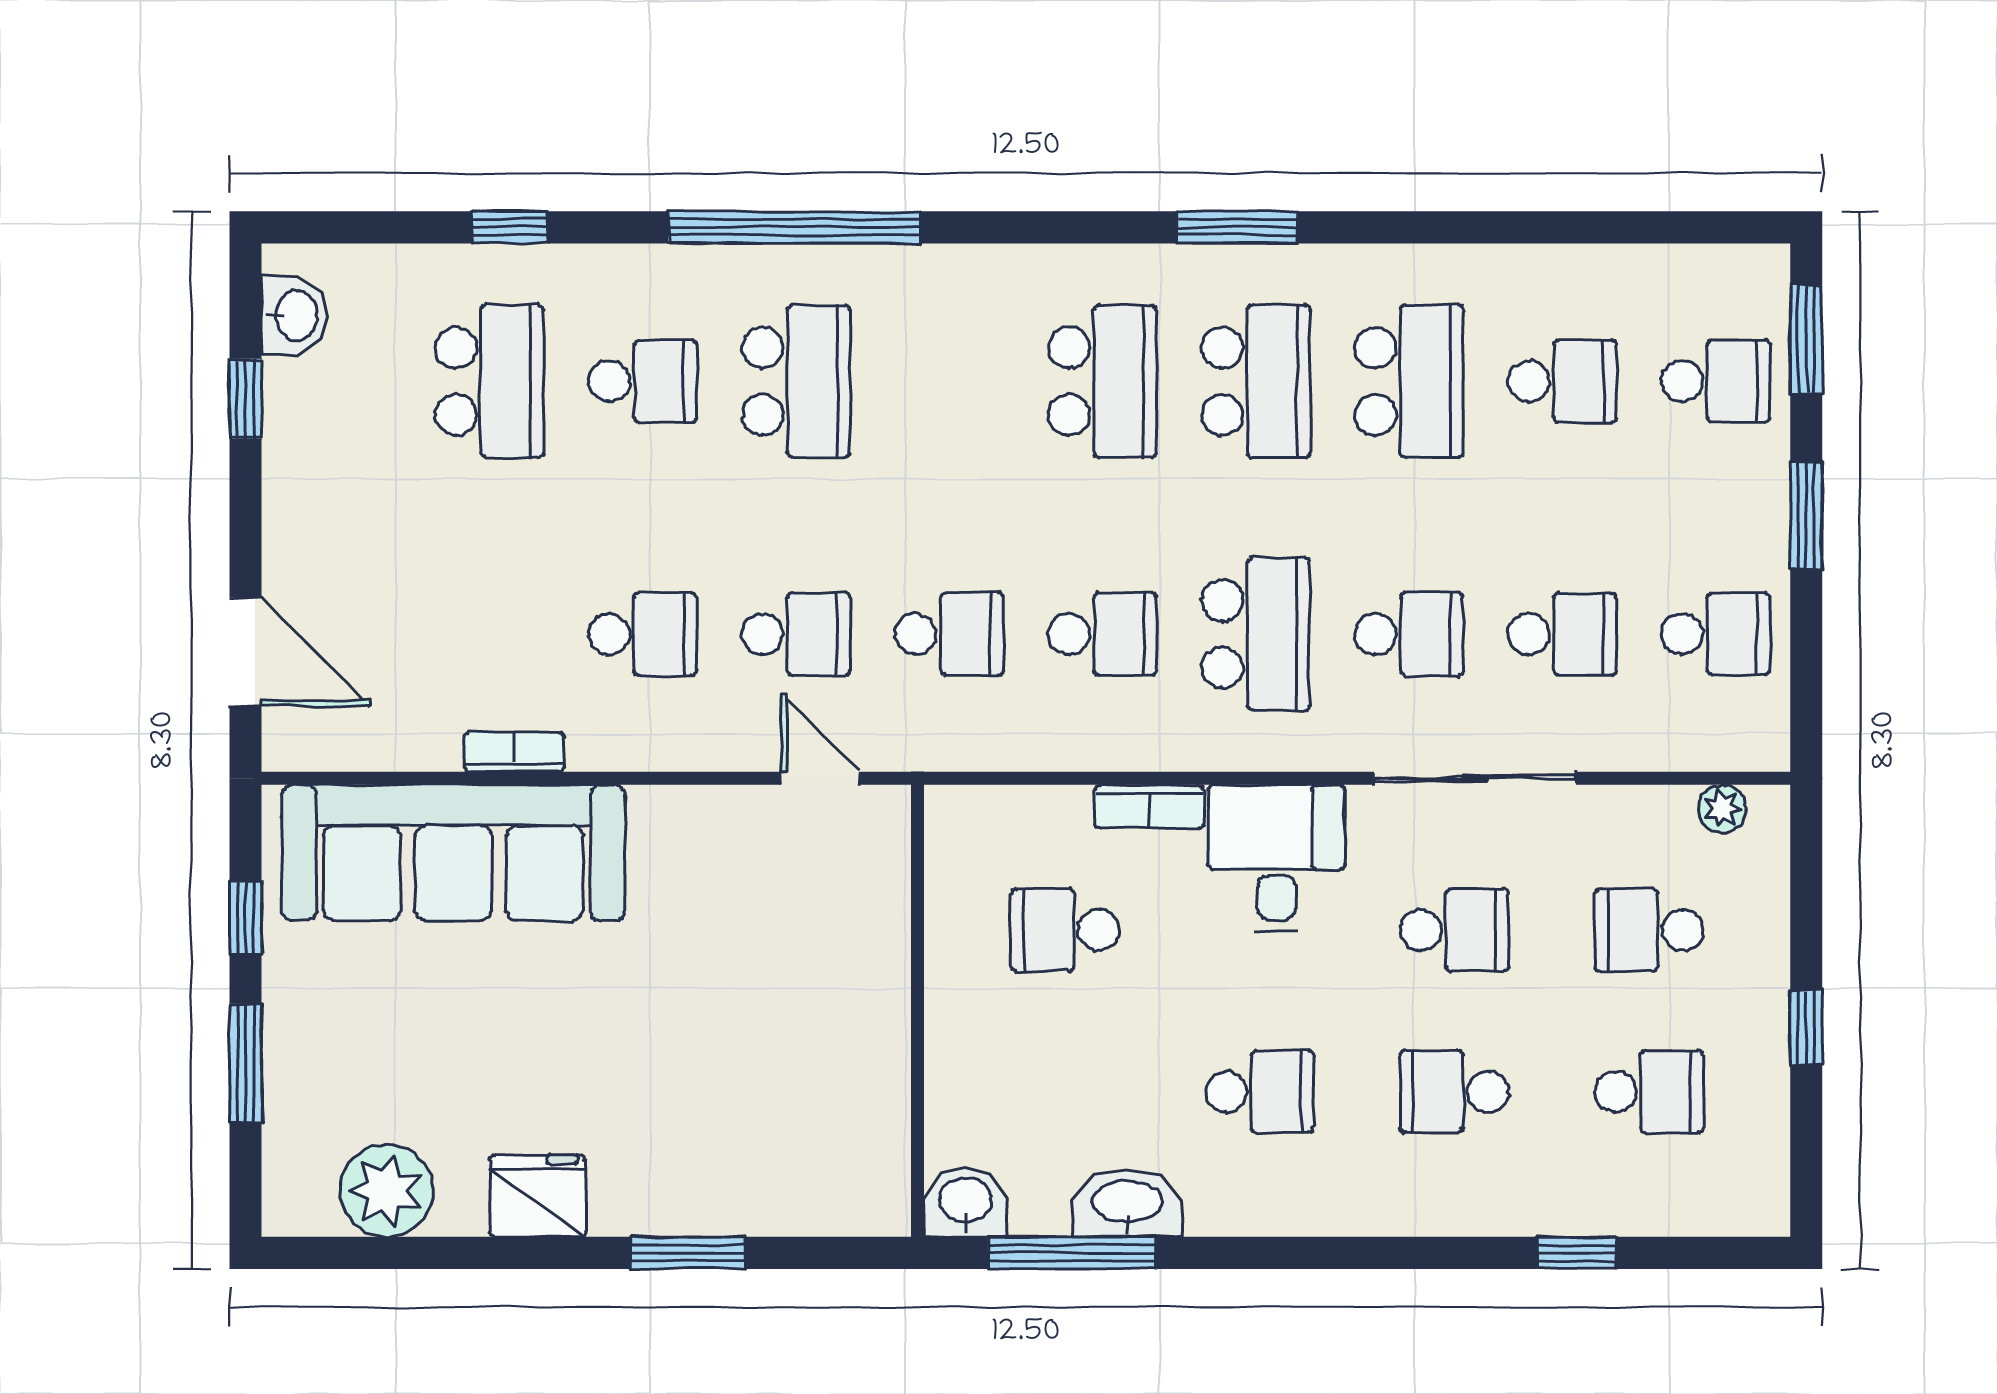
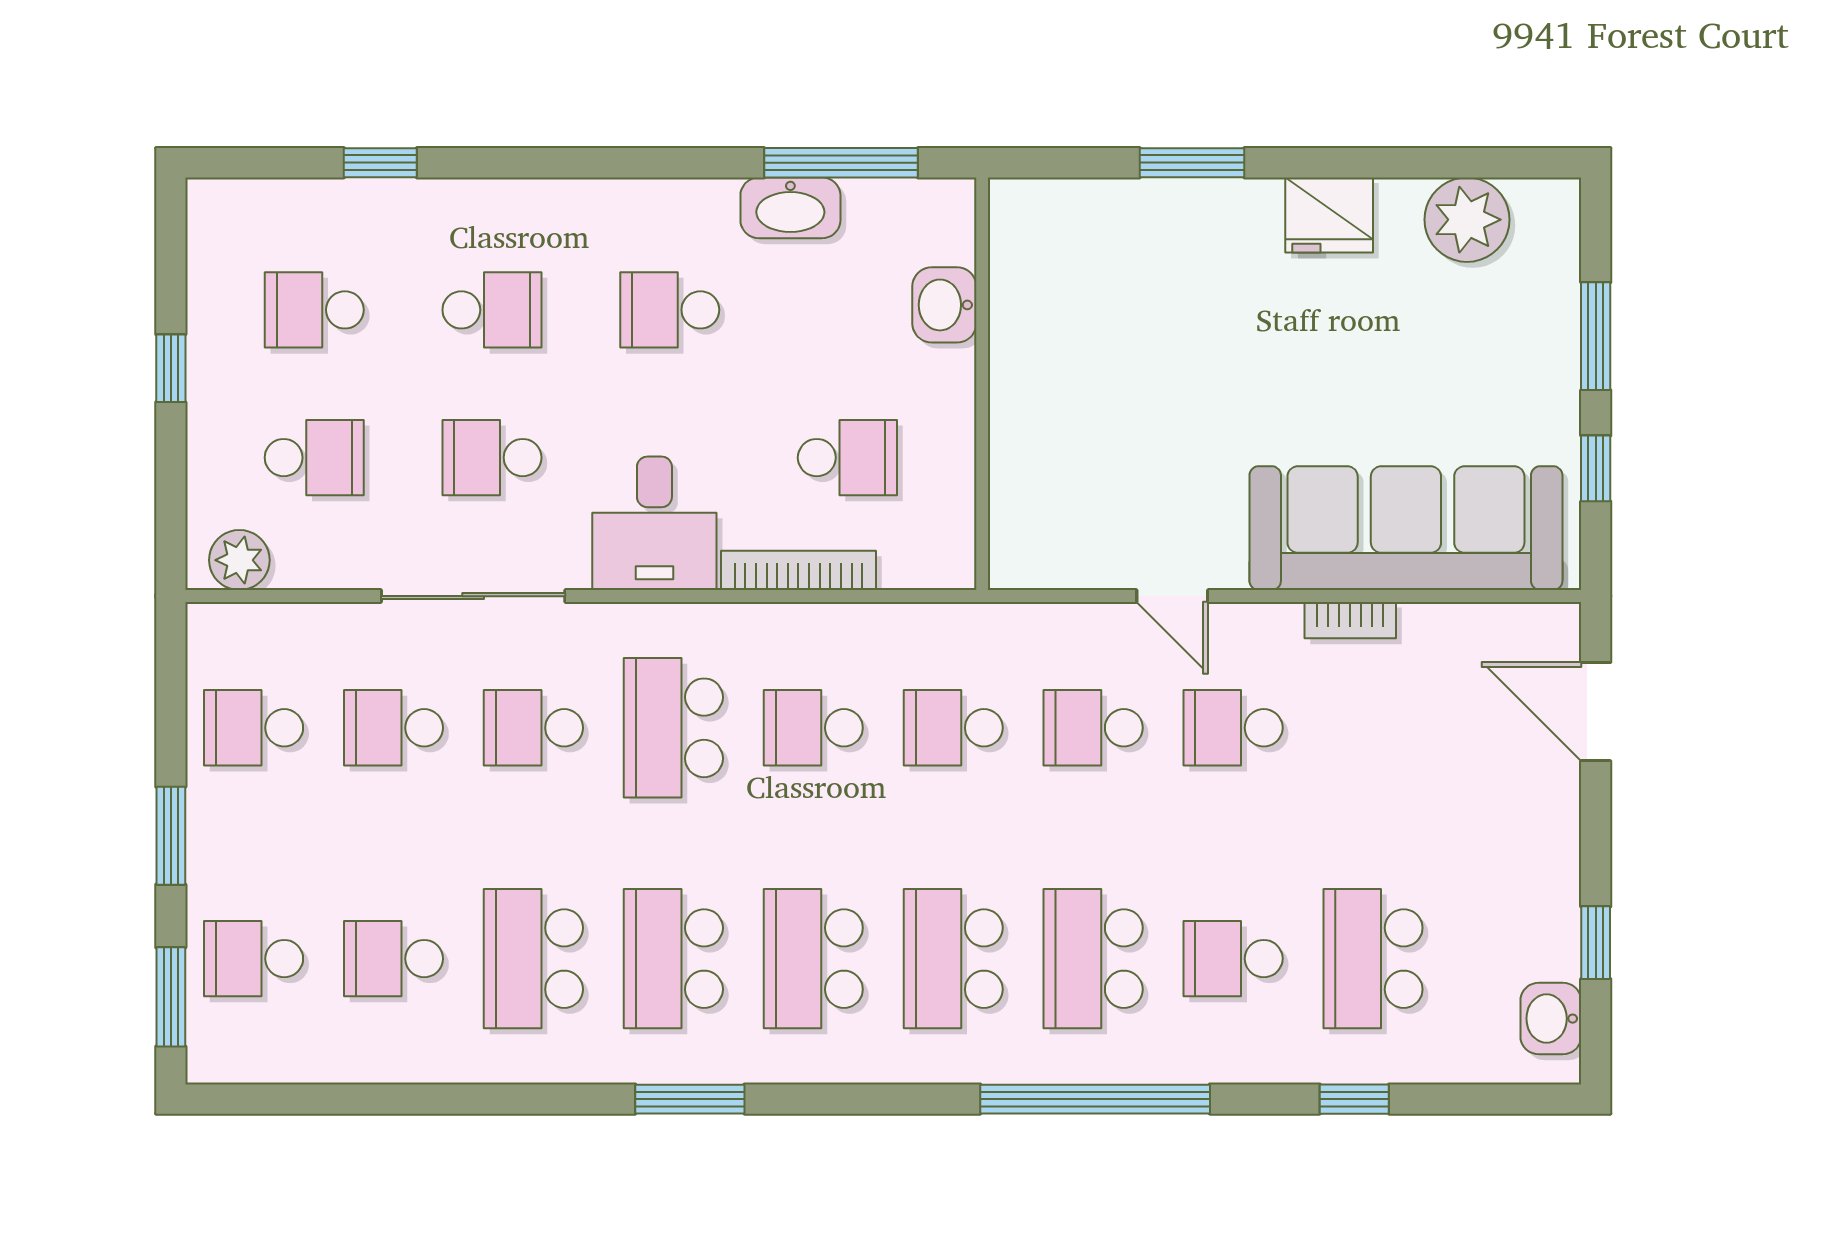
school desk: (949, 381) -> (953, 959), added
door: (820, 778) -> (1172, 596), moved
bookcase: (1149, 806) -> (798, 570), width x1.56
plant: (1722, 809) -> (239, 560), width x1.38, depth x1.38
washbasin: (965, 1202) -> (944, 305), moved, turned 90

